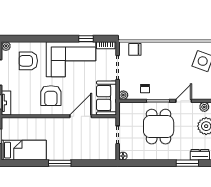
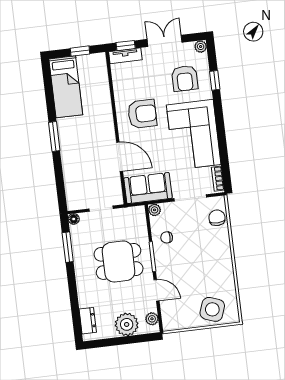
window: (86, 39) -> (215, 80), moved
armchair: (28, 61) -> (185, 78), turned 180
armchair: (51, 96) -> (142, 114), turned 180
window: (187, 163) -> (68, 247), moved

